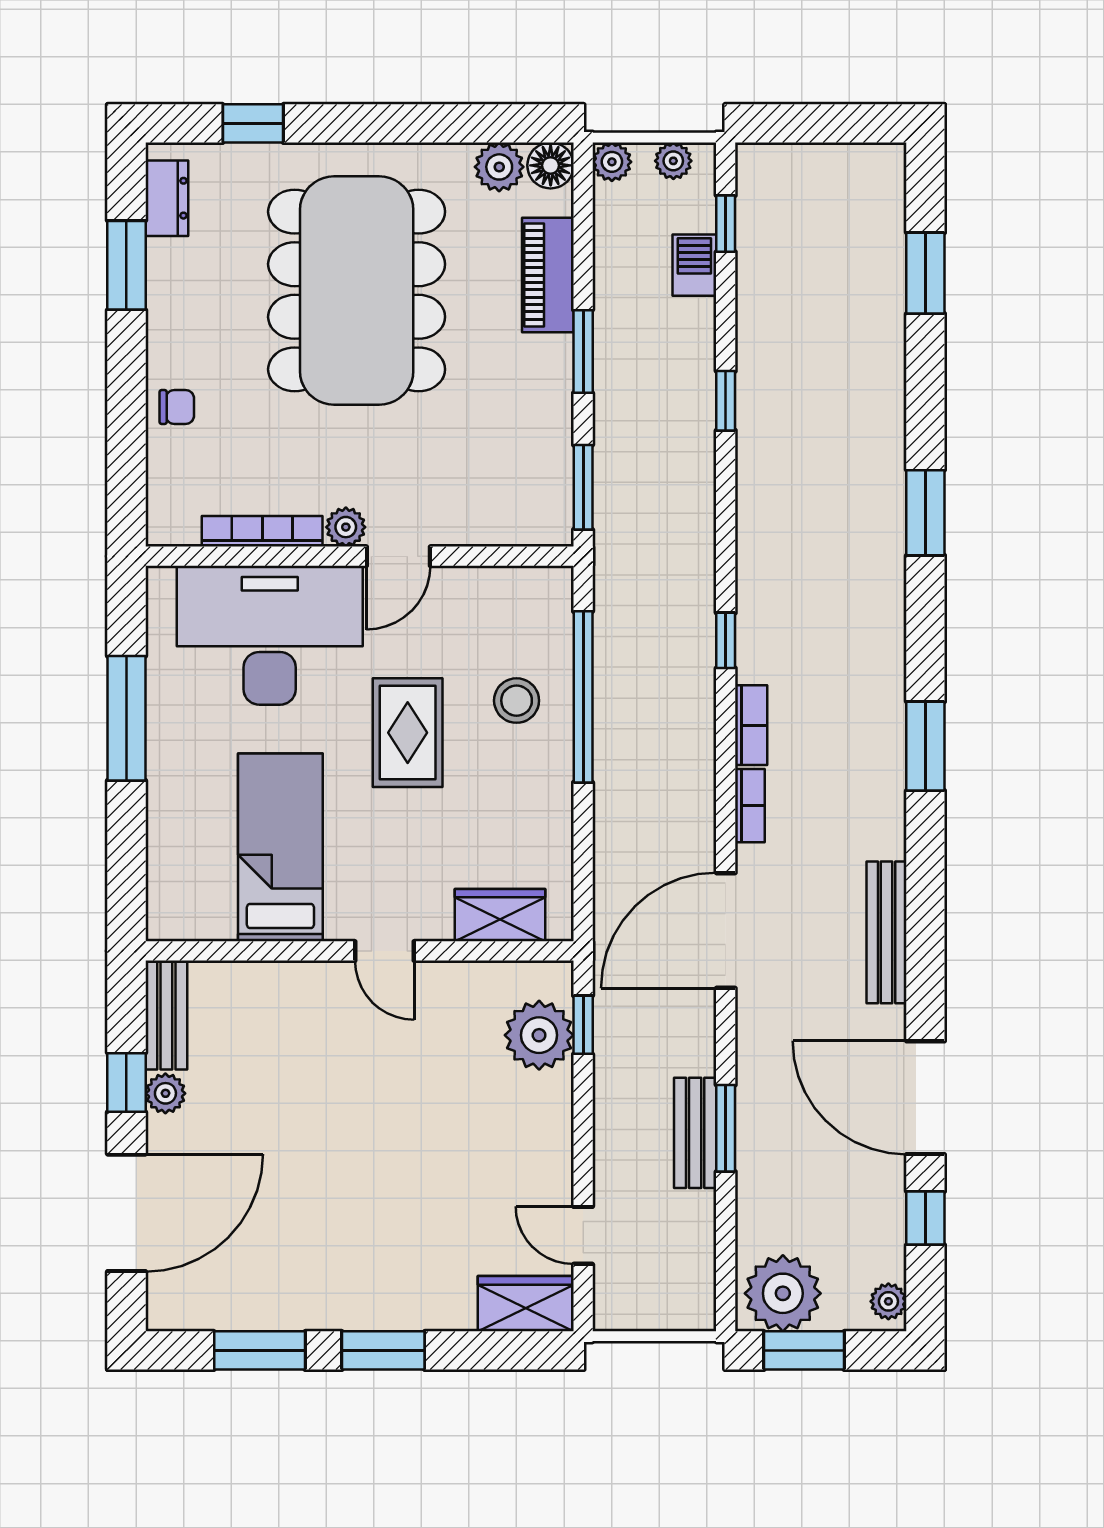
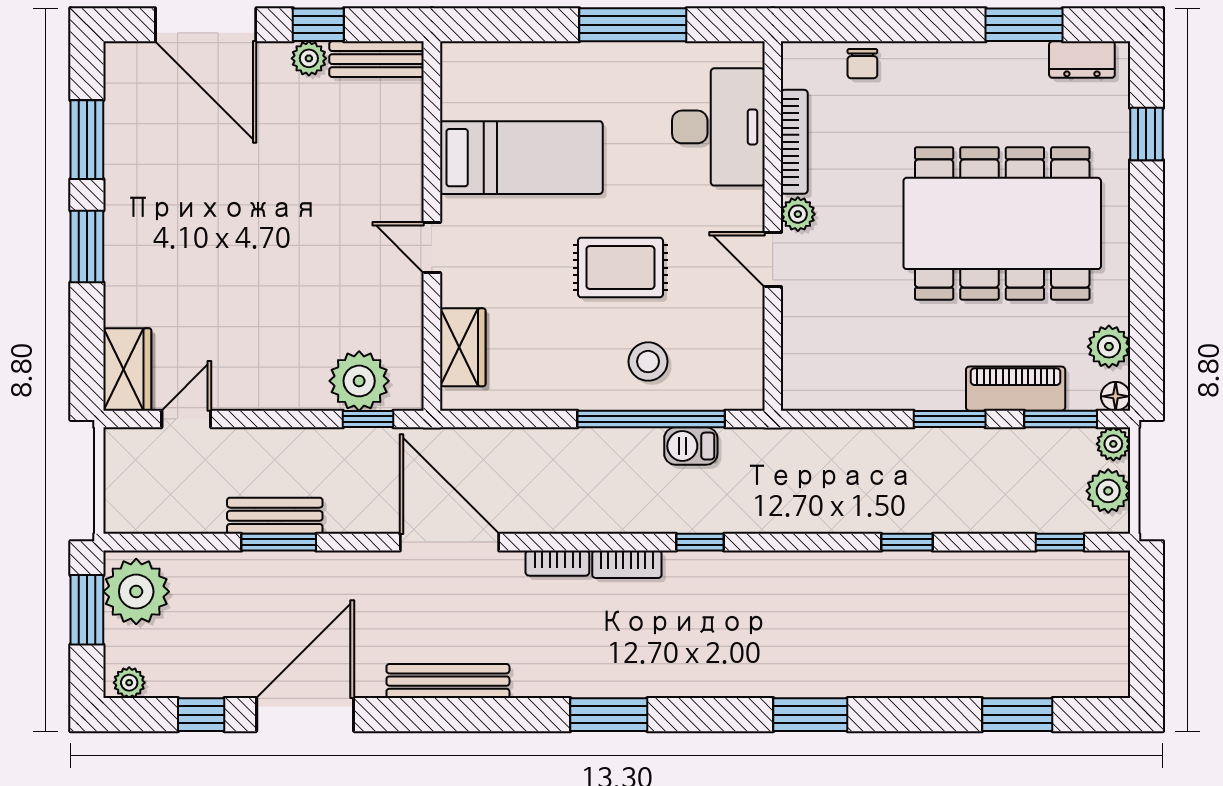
plant: (673, 161) -> (1108, 491), width x1.38, depth x1.38
floor lamp: (551, 165) -> (1116, 396), width x0.73, depth x0.73
barbecue: (694, 265) -> (691, 446), moved, turned 180
chair: (177, 407) -> (862, 64), moved
window: (583, 487) -> (1061, 419), moved
desk: (270, 635) -> (718, 127), width x0.73, depth x0.77
door: (384, 951) -> (432, 248), hinge flipped

